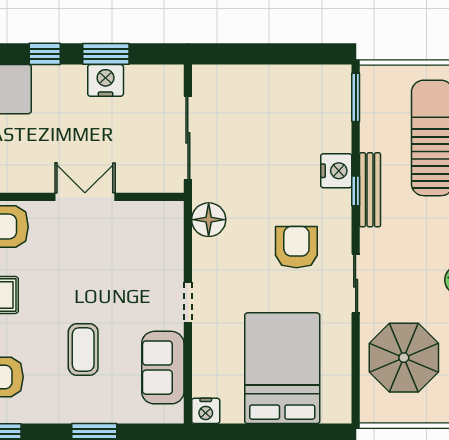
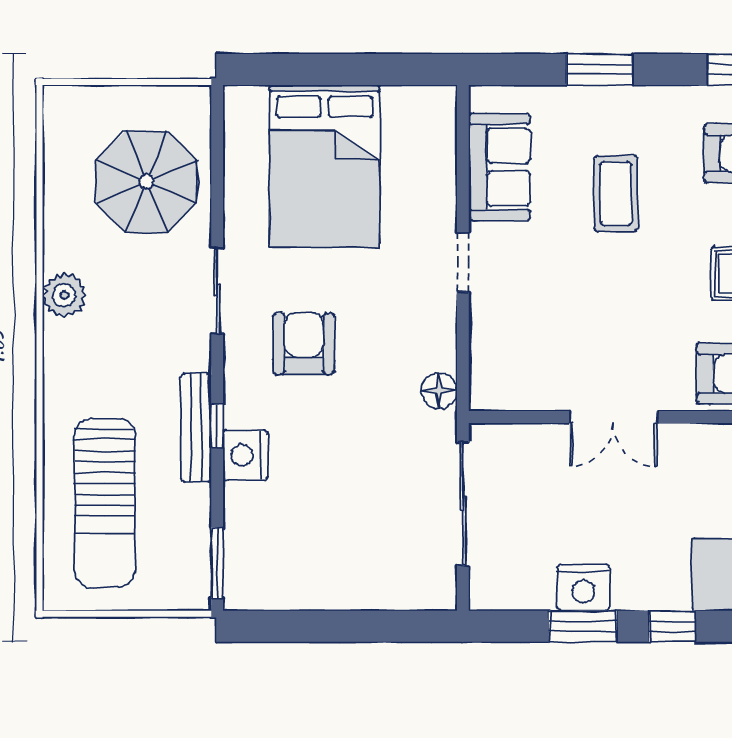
floor lamp: (209, 220) -> (439, 390), width x0.73, depth x0.73
armchair: (296, 247) -> (304, 344), turned 180
nightstand: (206, 411) -> (437, 104), removed

